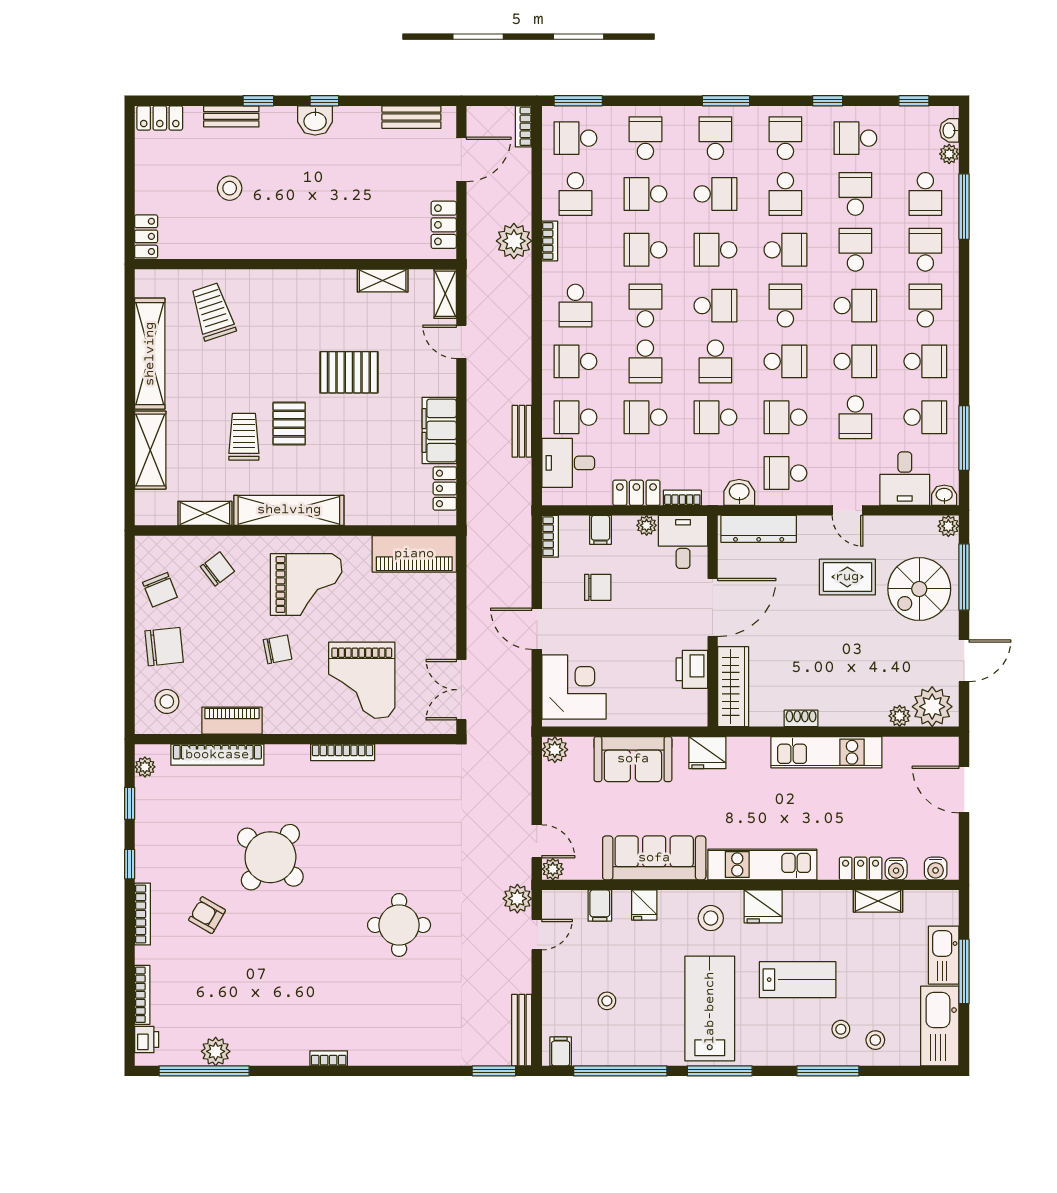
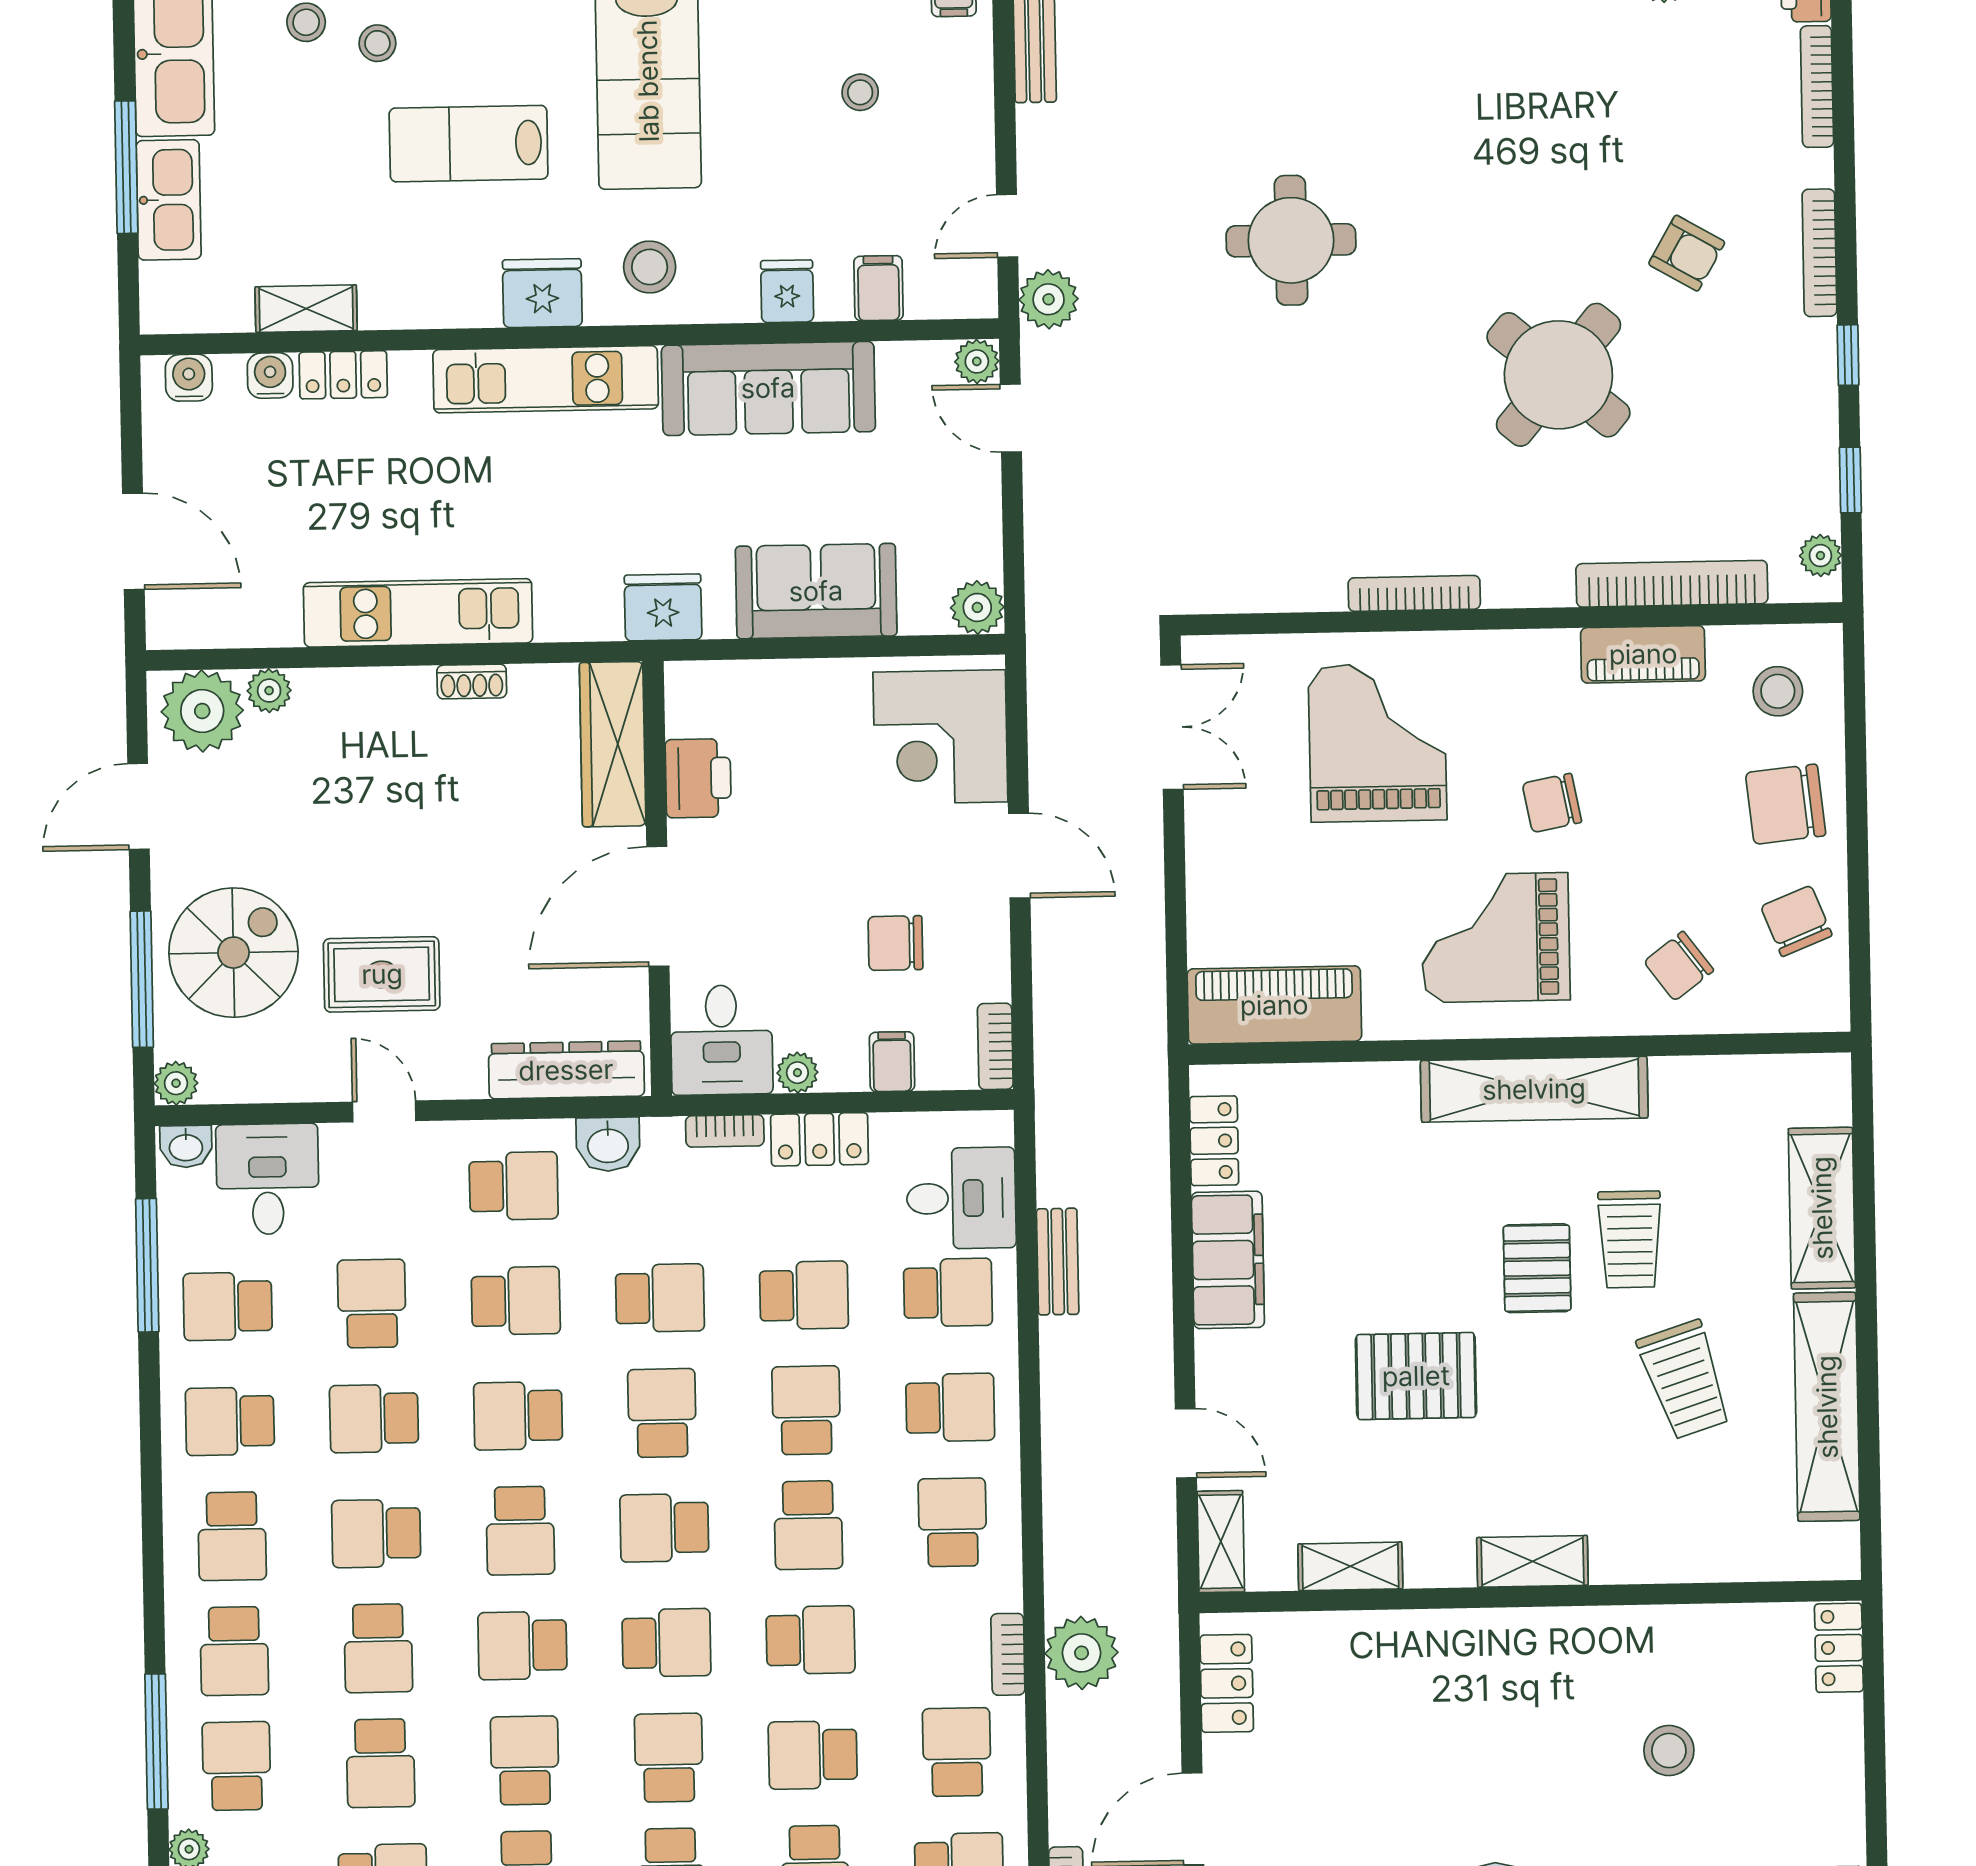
school desk: (645, 194) -> (813, 1755), turned 180
school desk: (715, 194) -> (669, 1758), turned 90
trolley: (213, 312) -> (1685, 1380), moved
shelving: (205, 513) -> (1532, 1561), moved

